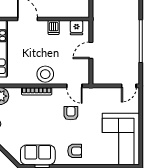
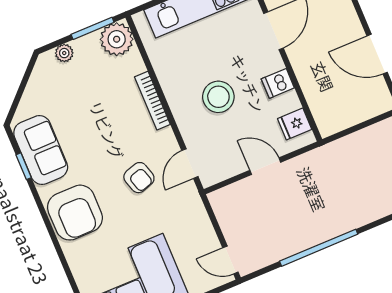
stool: (45, 74) -> (218, 97), moved
armchair: (71, 113) -> (139, 178), turned 73
armchair: (75, 151) -> (75, 213), width x1.88, depth x1.88

